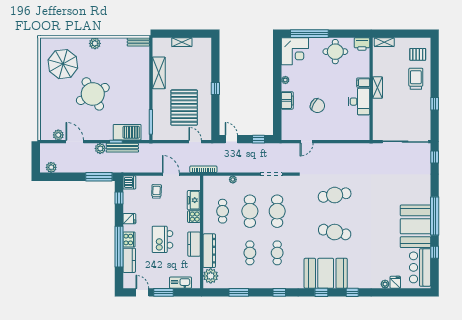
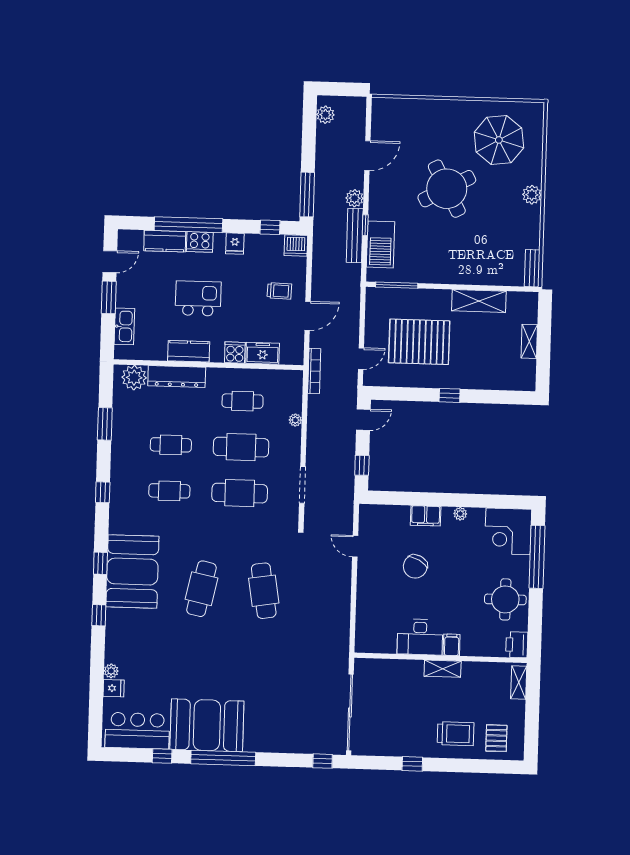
plant: (58, 135) -> (380, 128), removed

